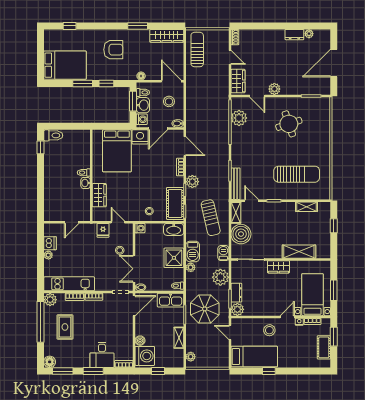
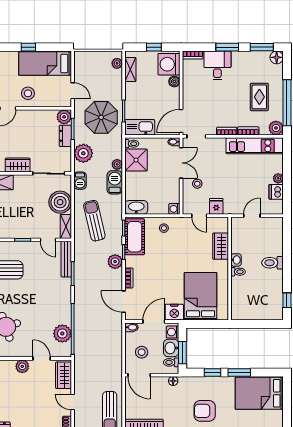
toilet: (53, 135) -> (273, 263), moved
shower: (174, 258) -> (136, 160), moved
shelving: (179, 338) -> (130, 70), moved

